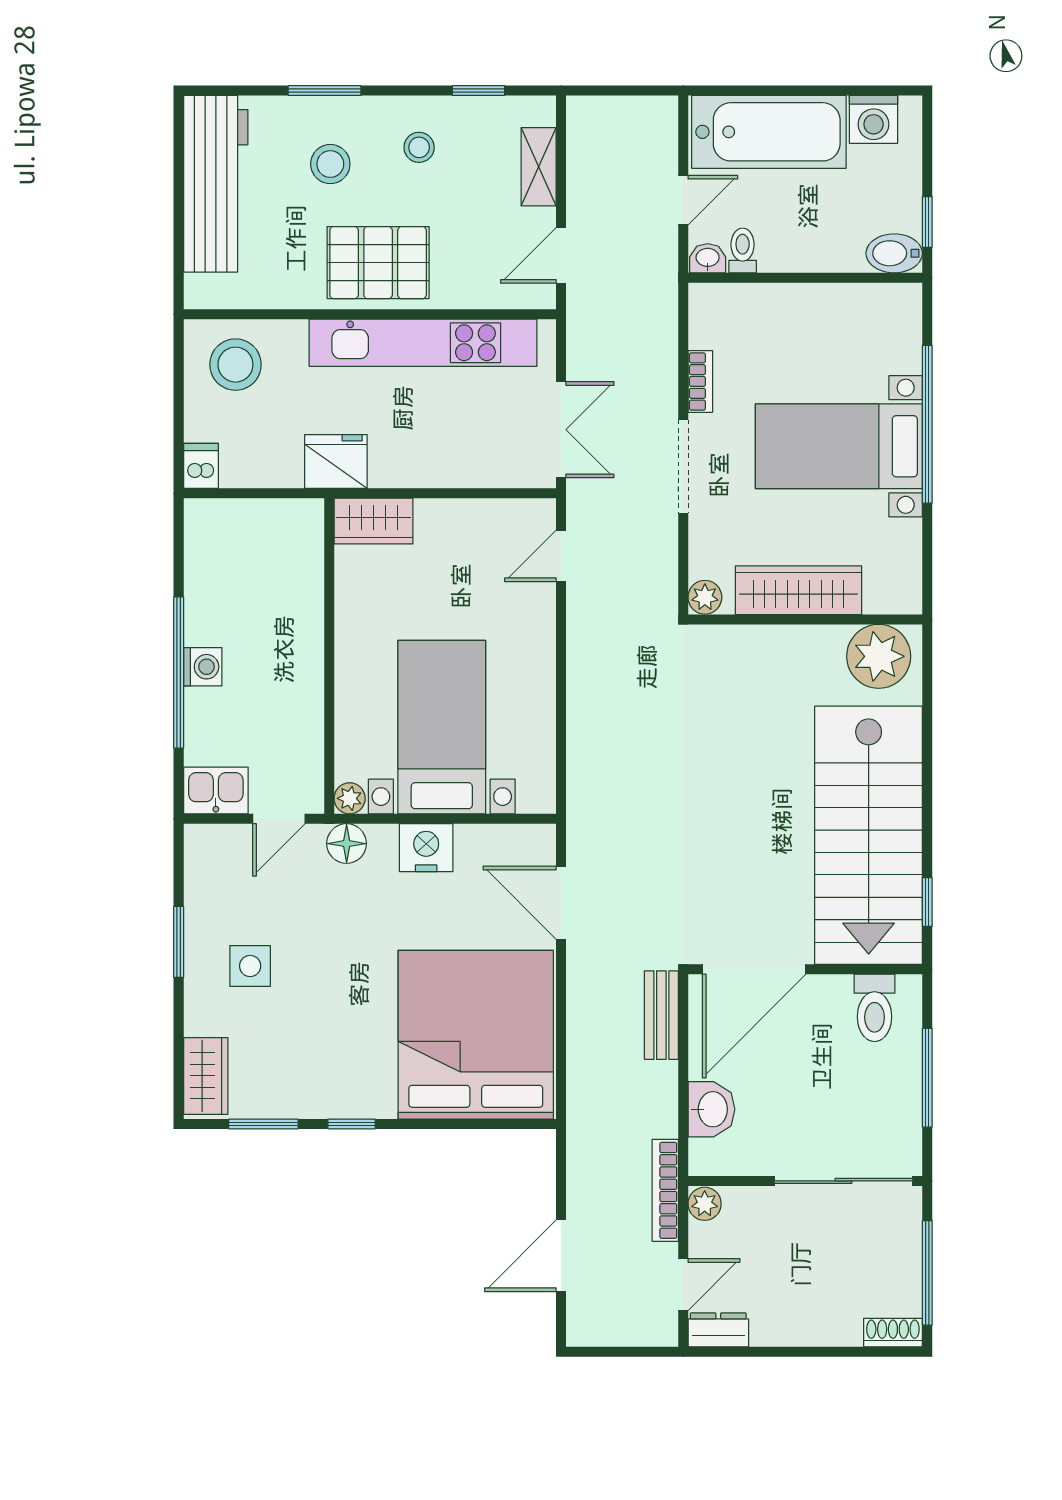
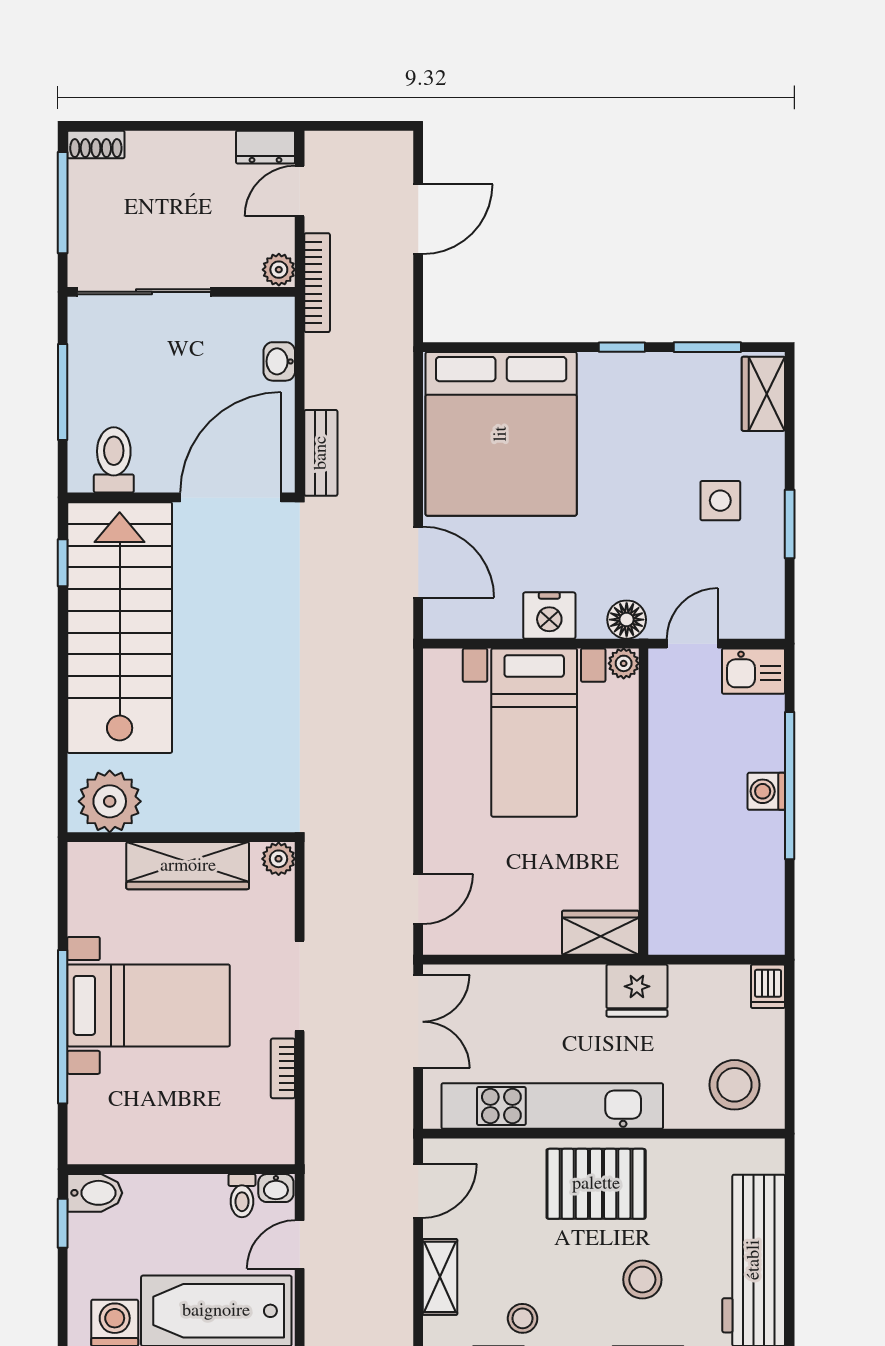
stool: (419, 147) -> (523, 1318), moved
double door: (561, 430) -> (418, 1022), swing flipped
washbasin: (711, 1109) -> (279, 361), width x0.72, depth x0.69

